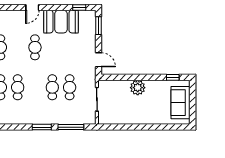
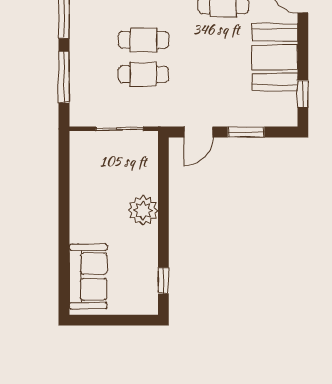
window: (98, 26) -> (246, 132), moved
sofa: (181, 103) -> (88, 276), moved, turned 90

